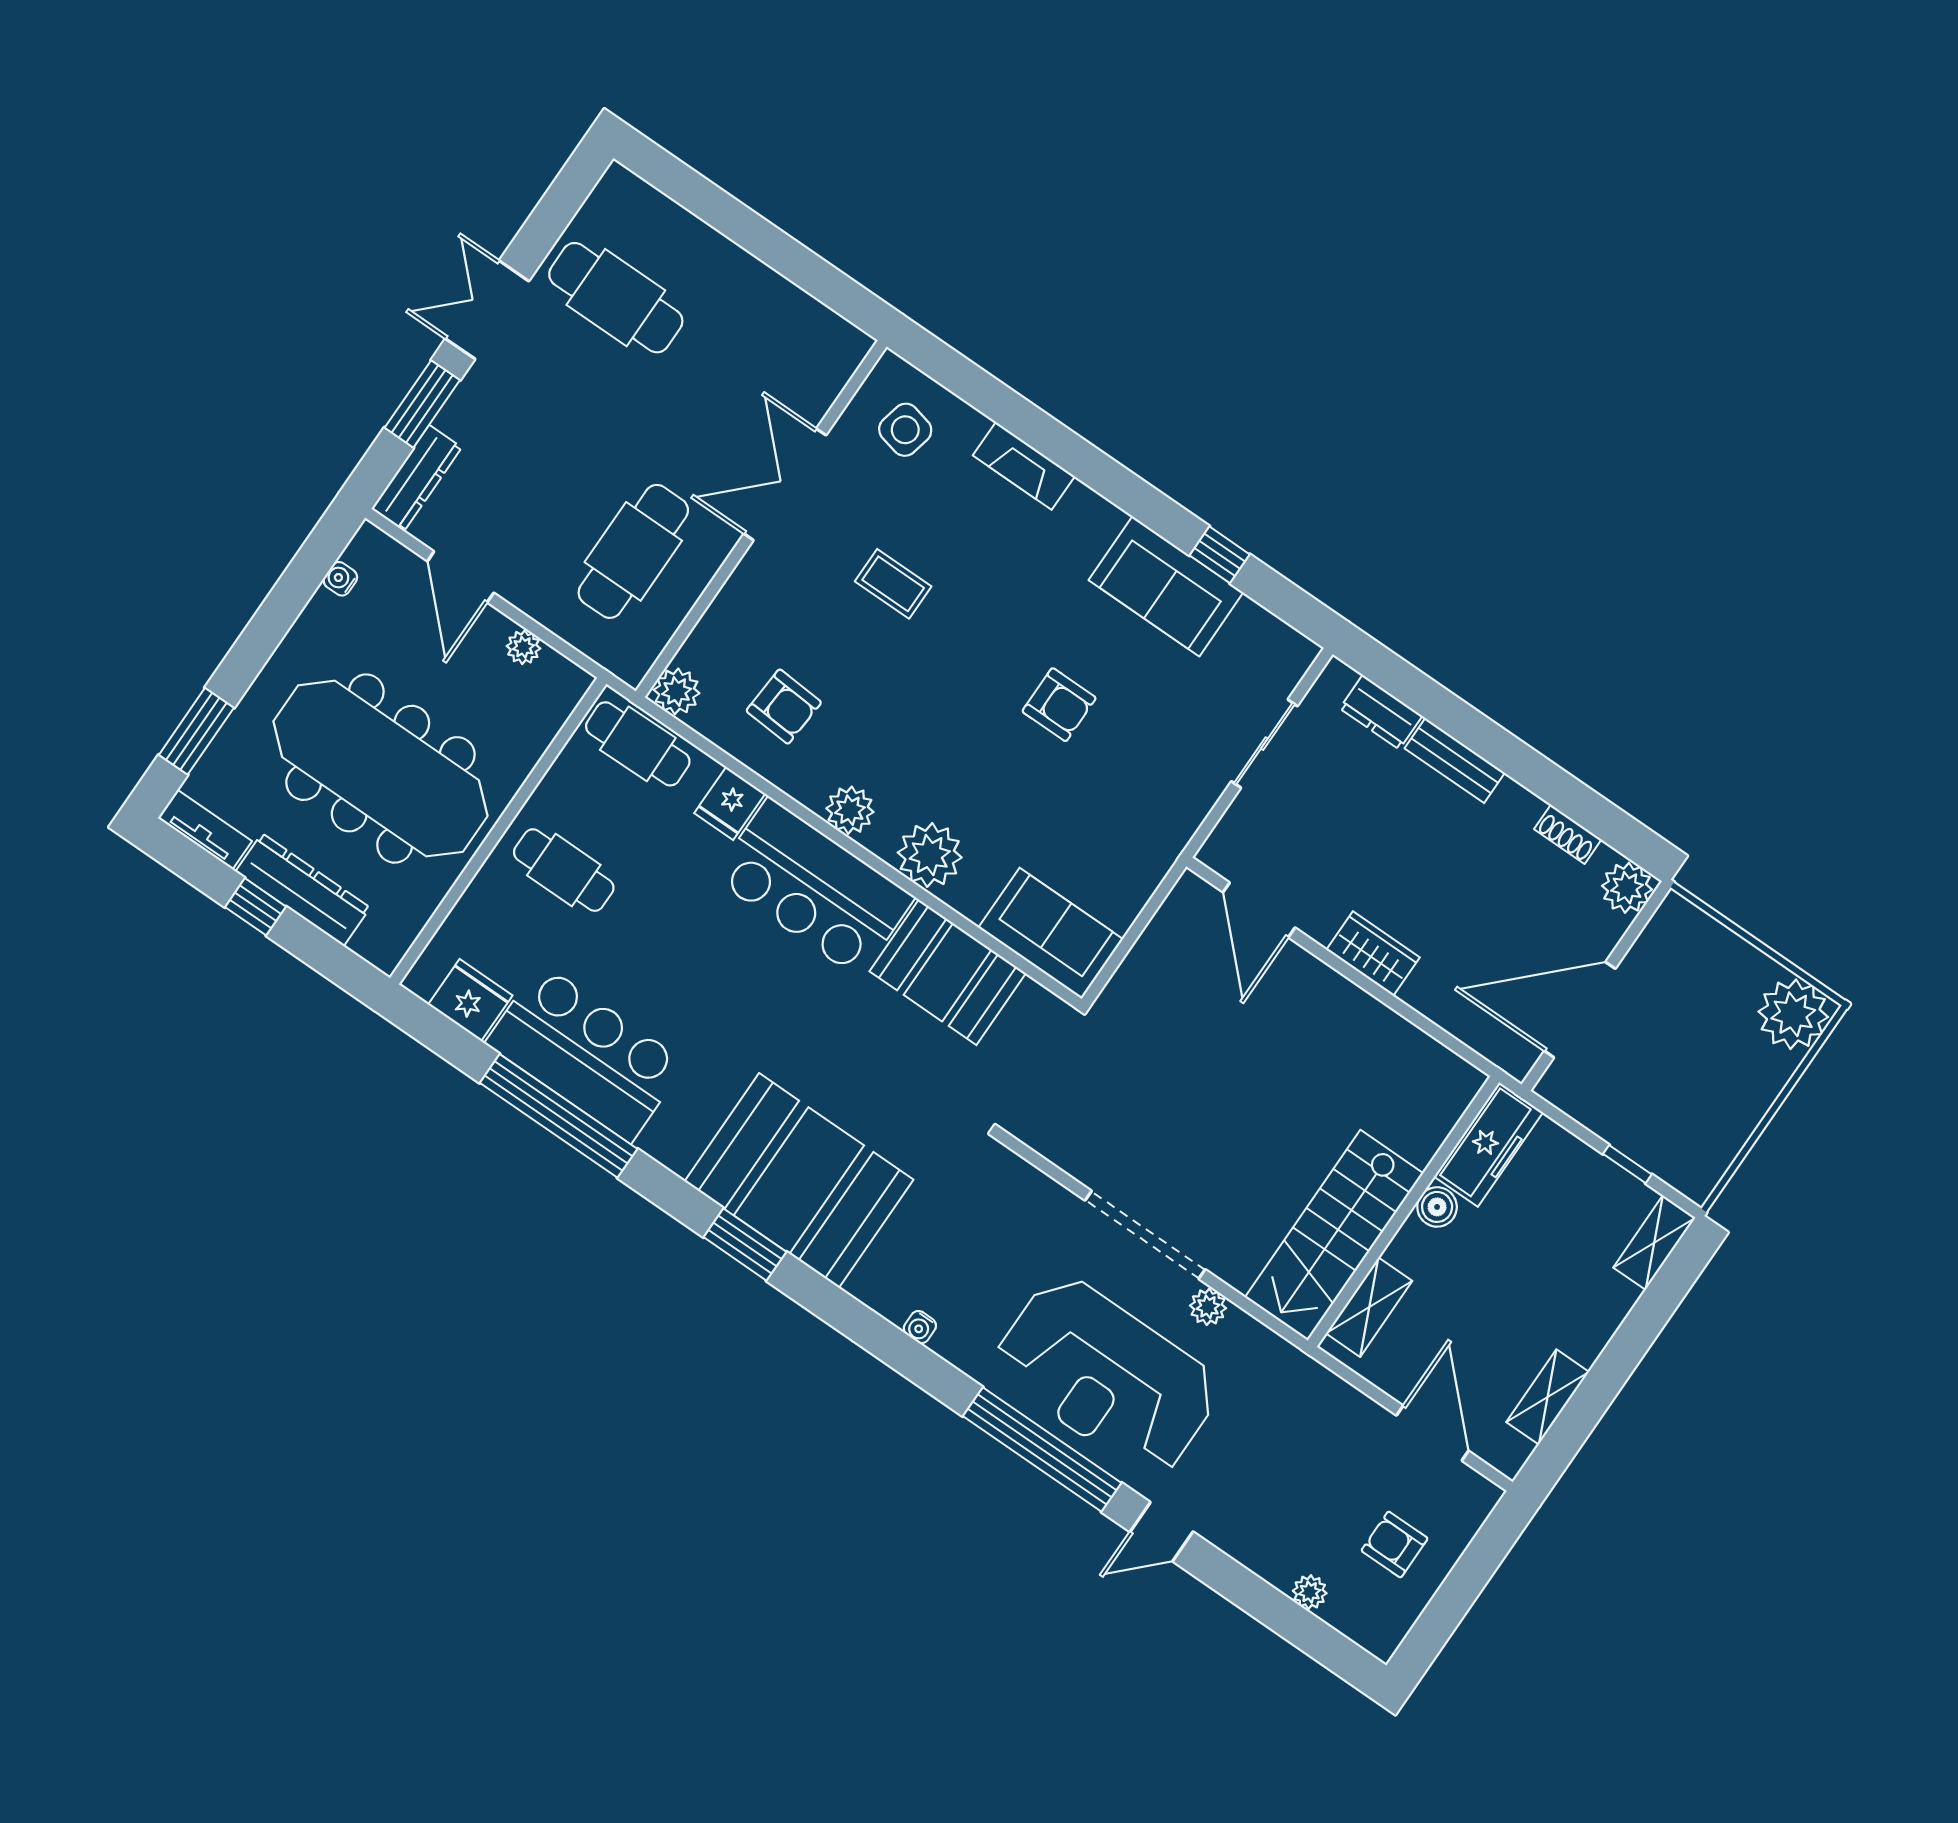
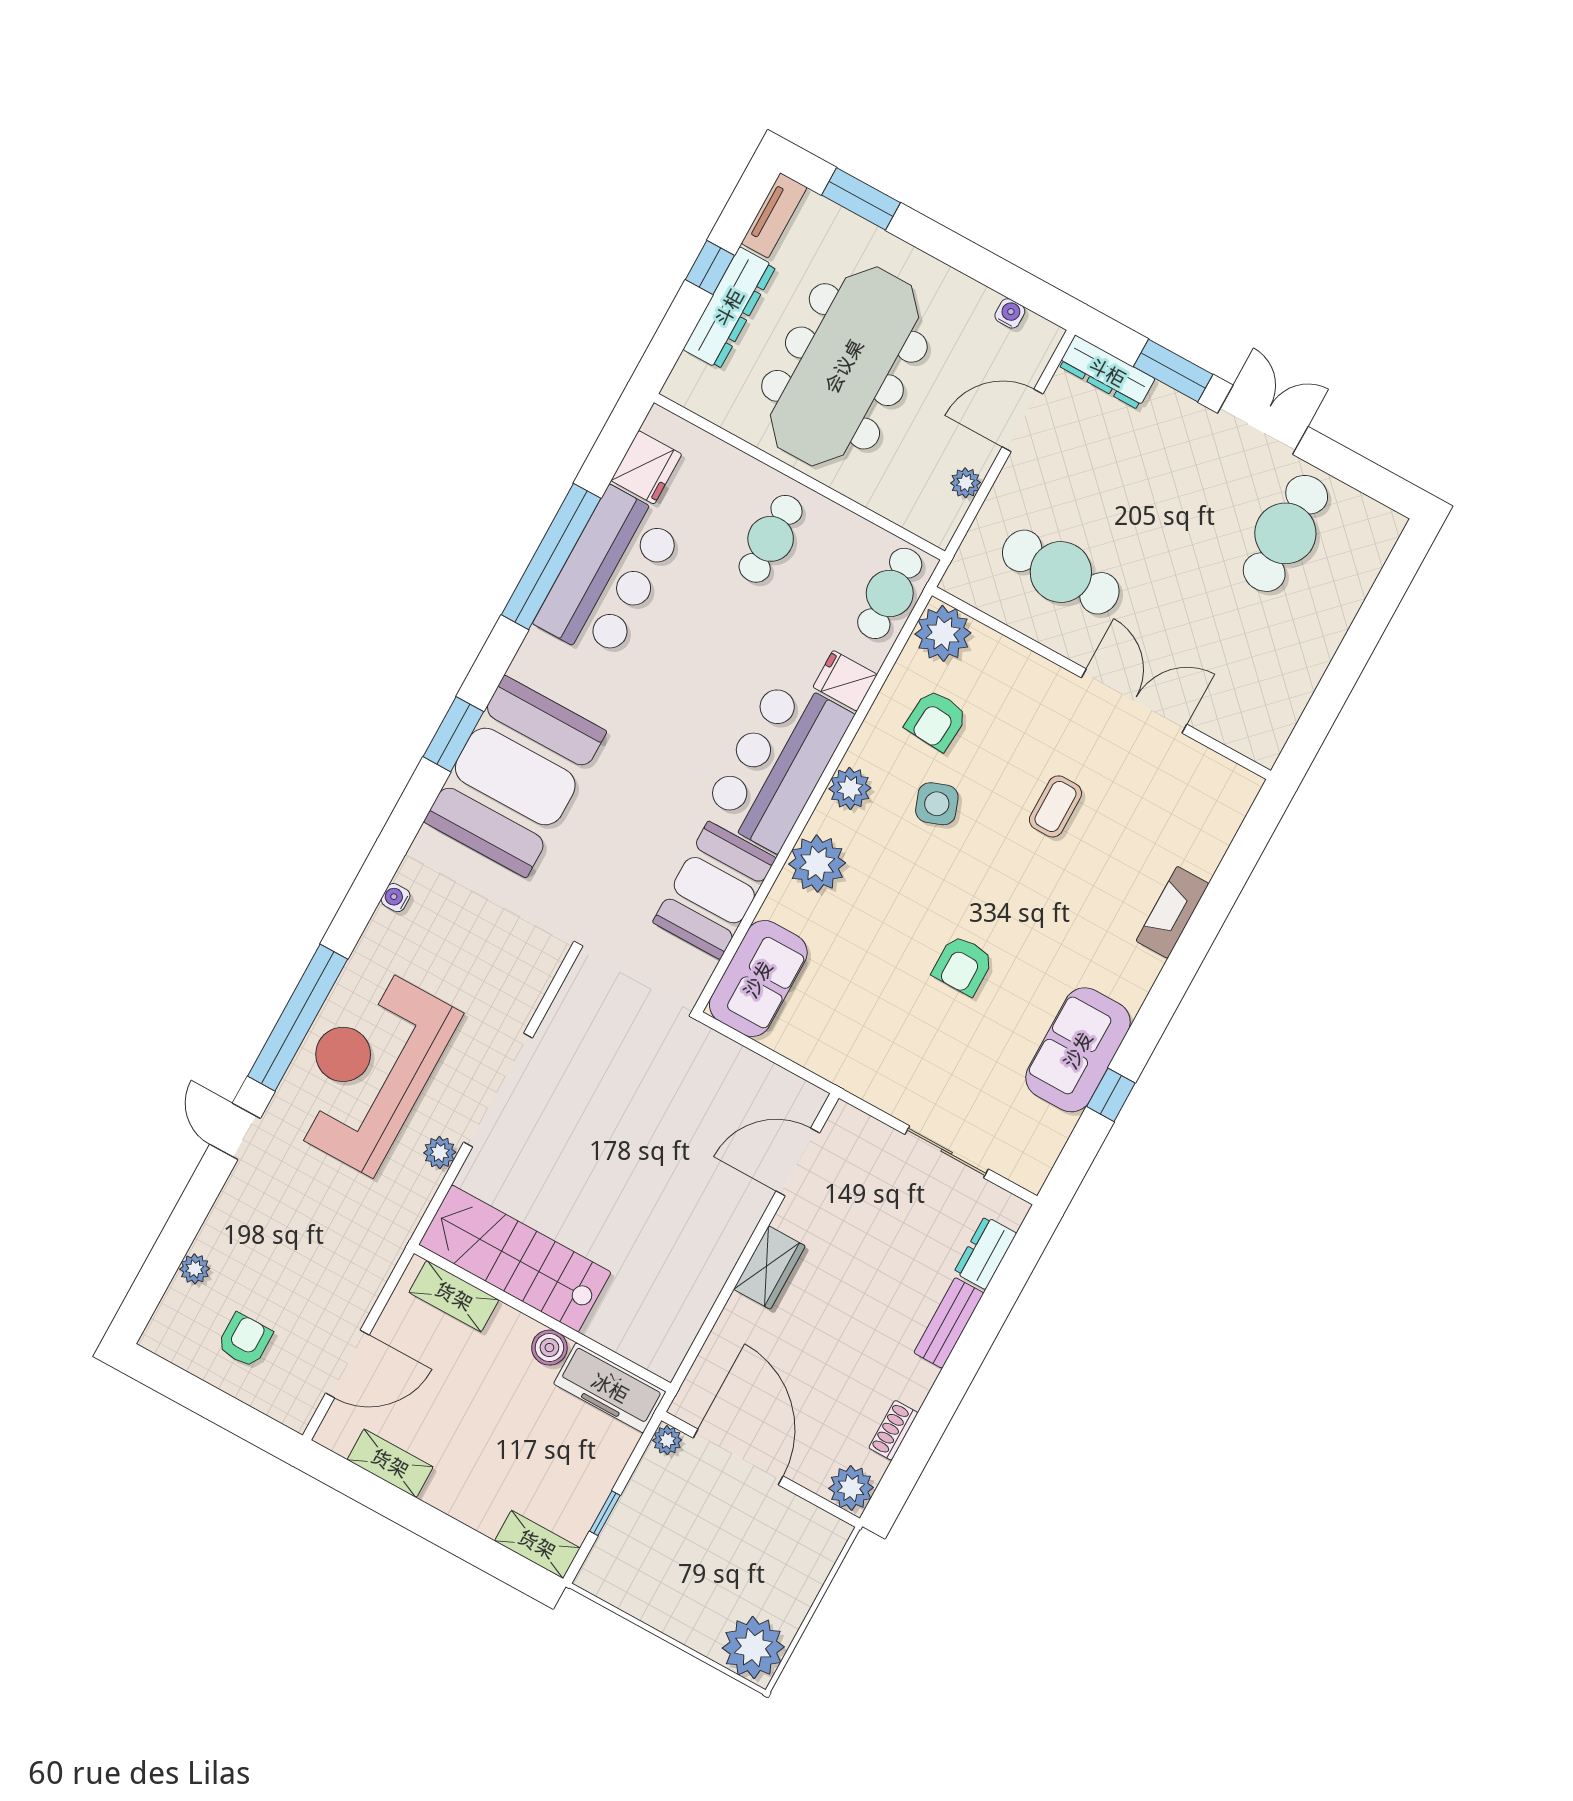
side table: (905, 430) -> (937, 804), moved, turned -33
plant: (677, 691) -> (943, 633), width x1.36, depth x1.36
plant: (1553, 1087) -> (667, 1440), added

